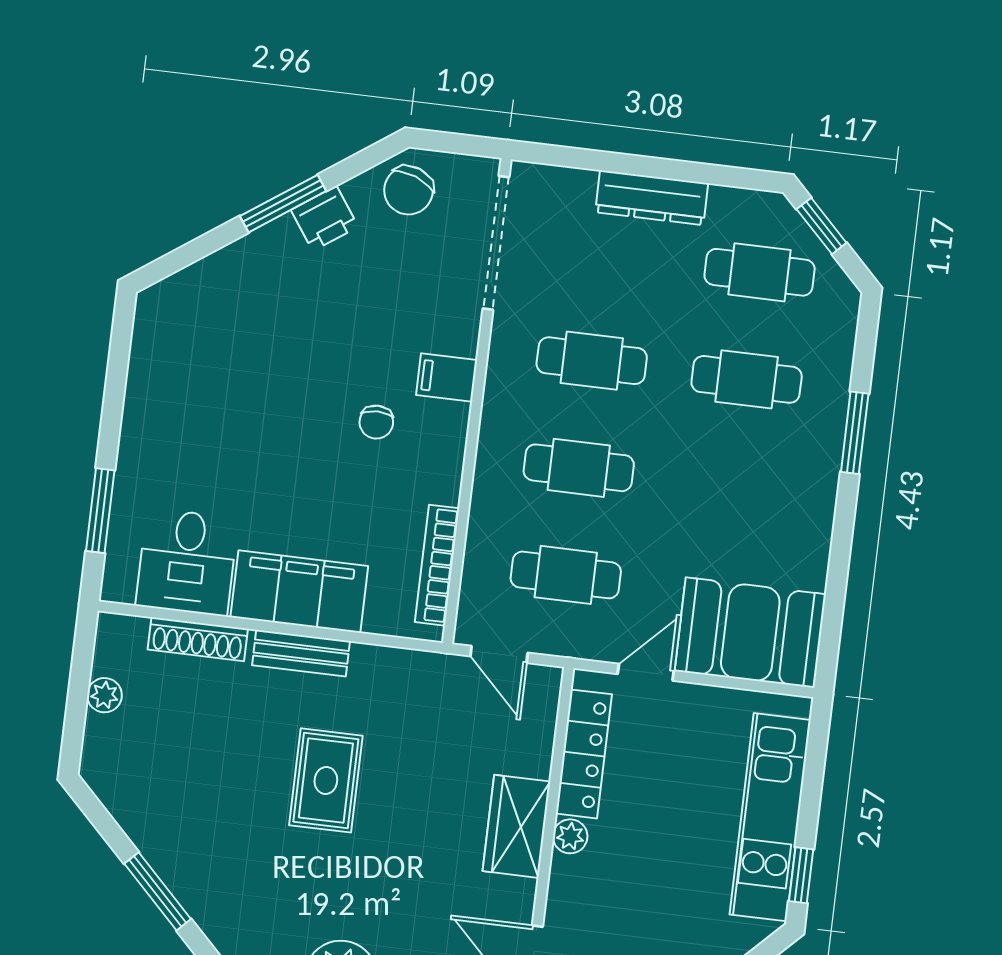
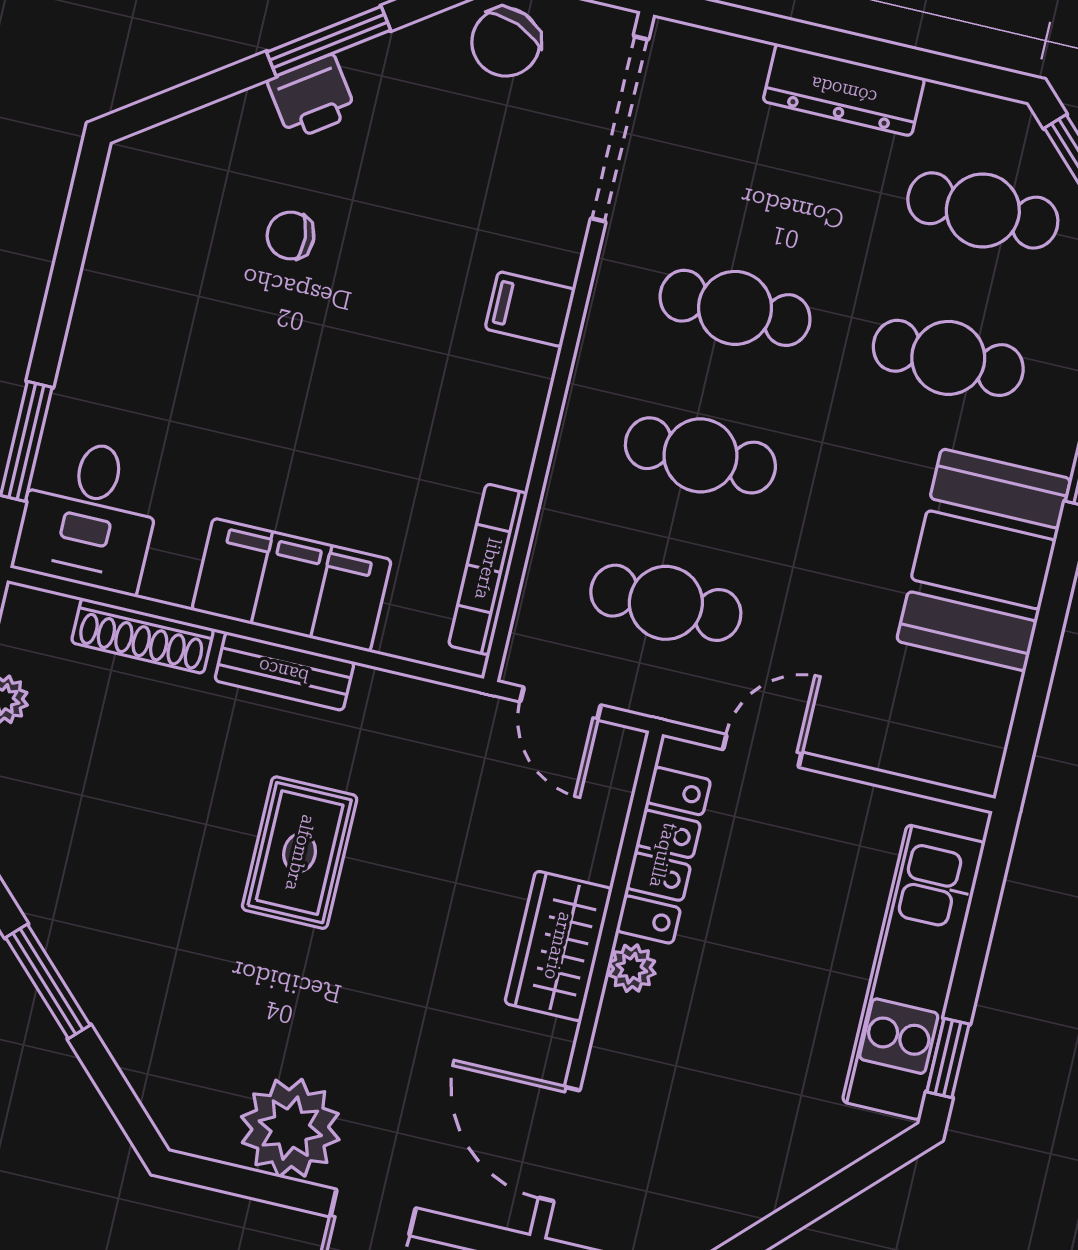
printer: (325, 218) -> (312, 97), moved
chair: (376, 422) -> (291, 236), moved, turned 86
desk: (187, 562) -> (89, 515), moved
booth: (750, 633) -> (983, 560), moved, turned 90

